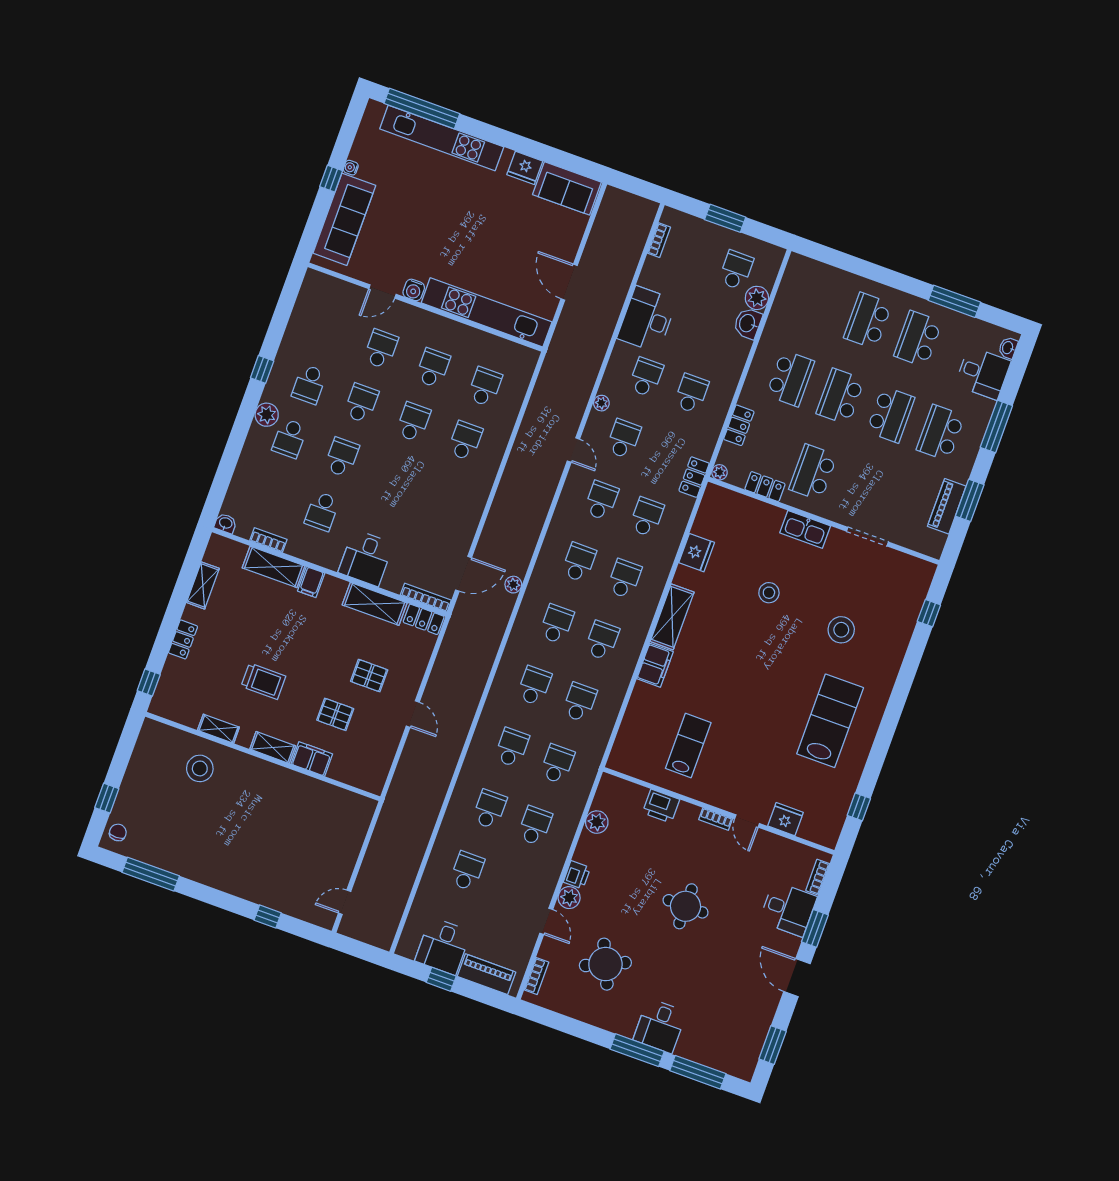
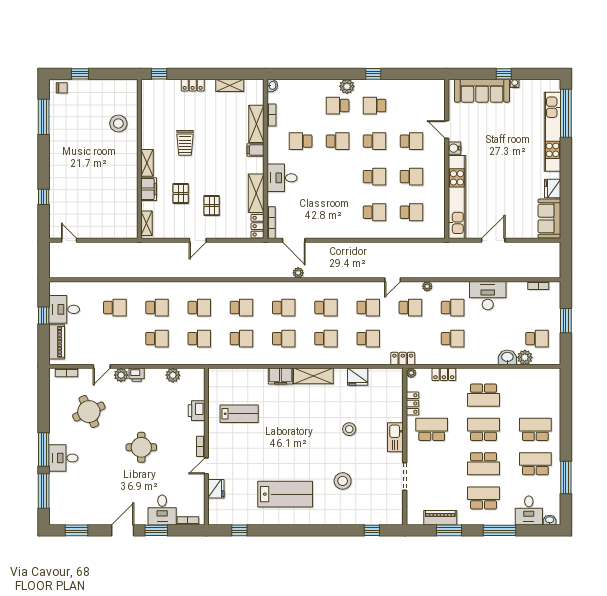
shelving: (218, 729) -> (146, 223), moved

